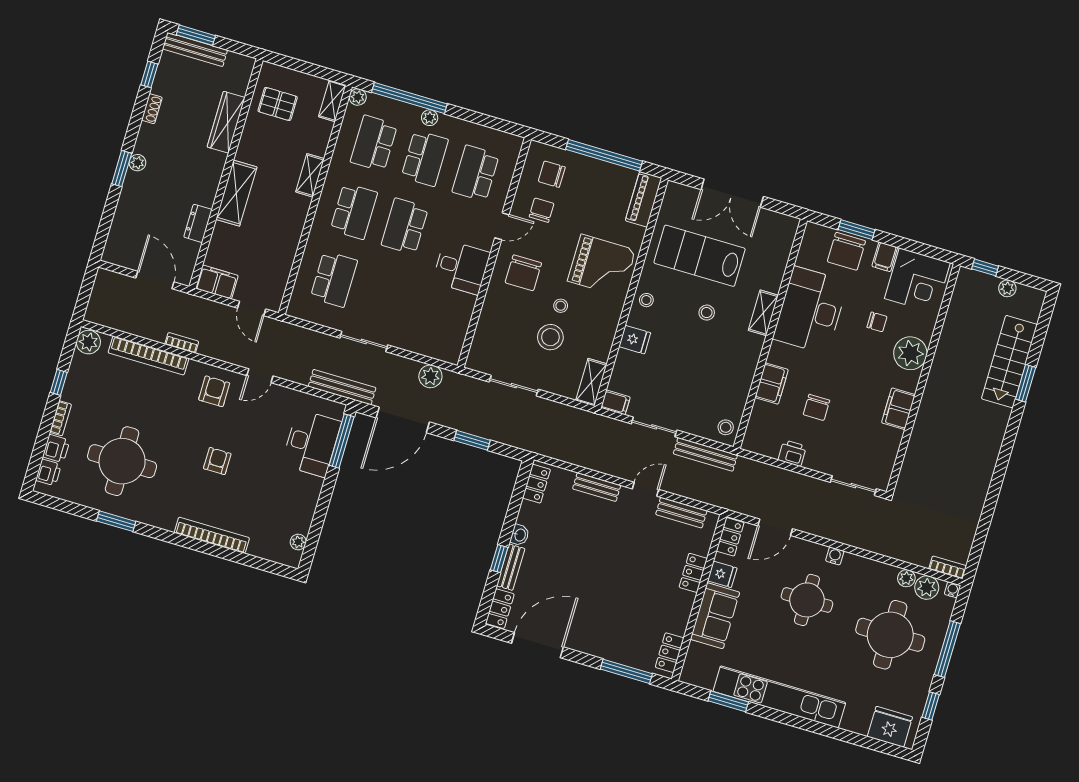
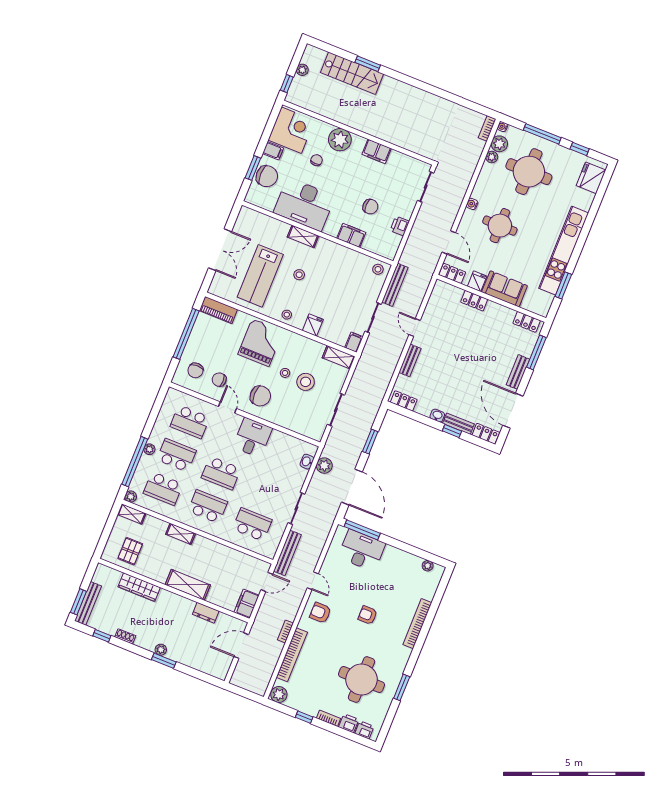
washbasin: (434, 350) -> (307, 462), added
bench: (342, 387) -> (287, 553), moved
bench: (681, 513) -> (518, 372), moved

